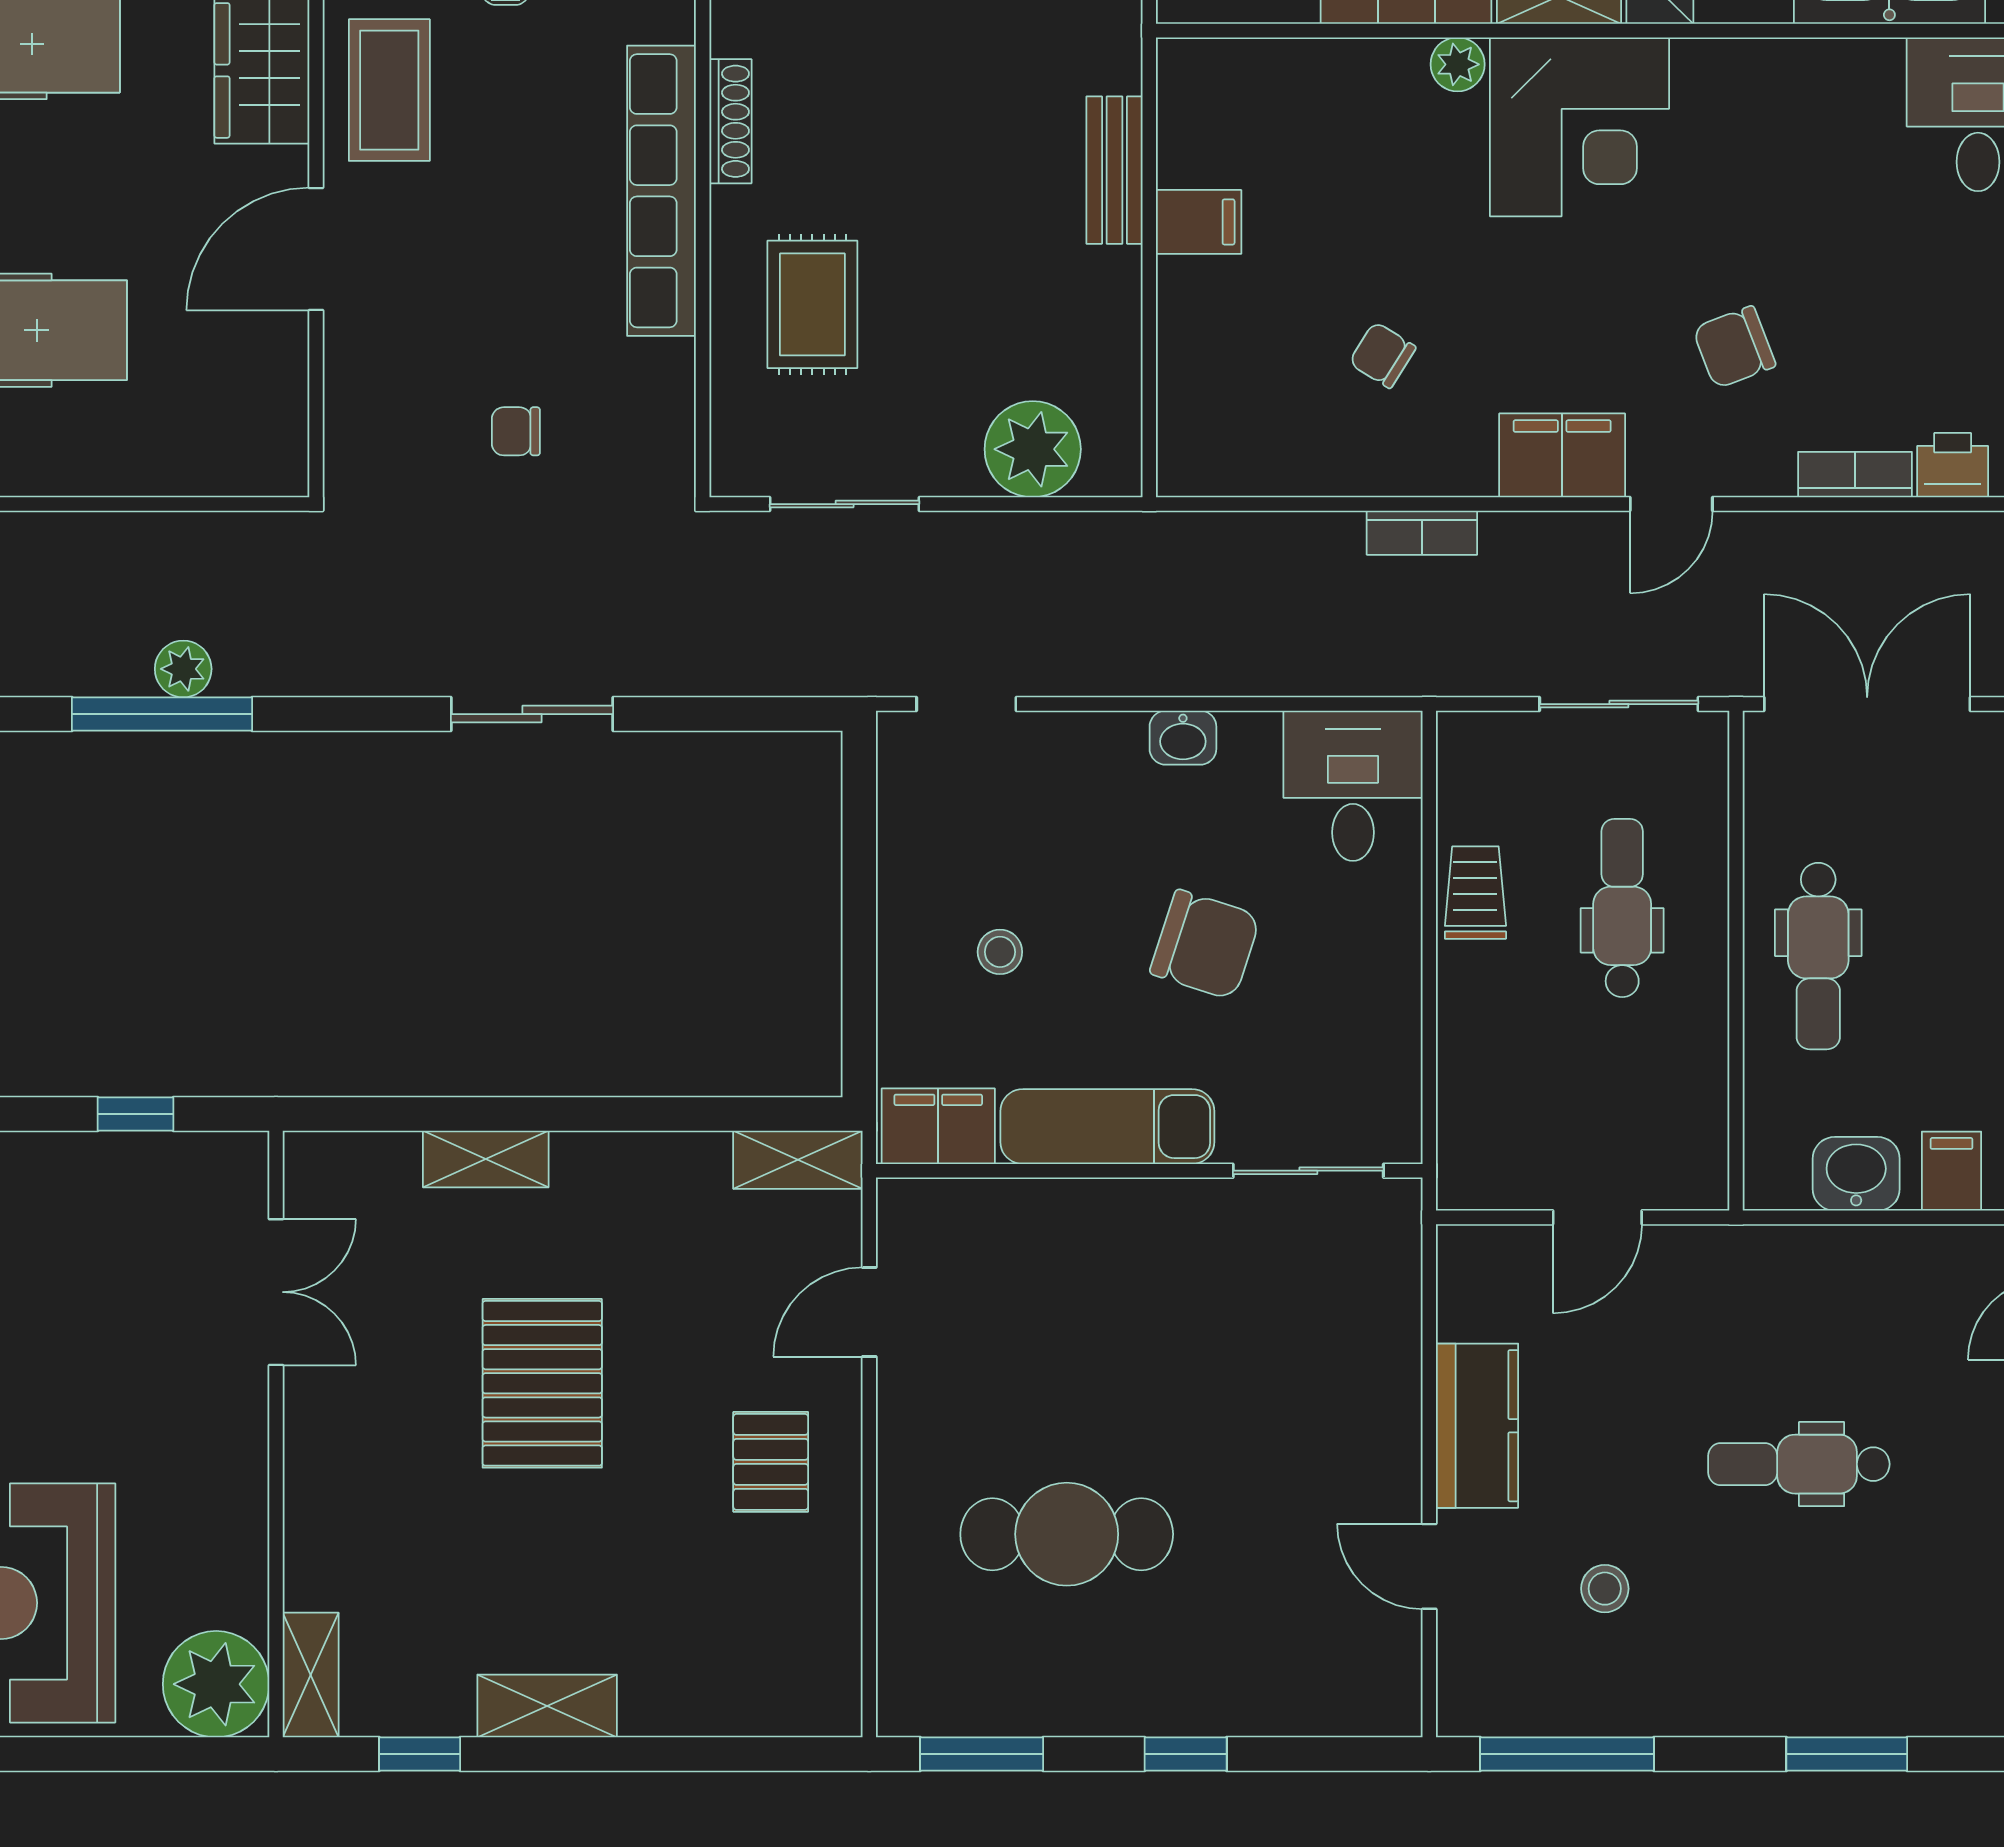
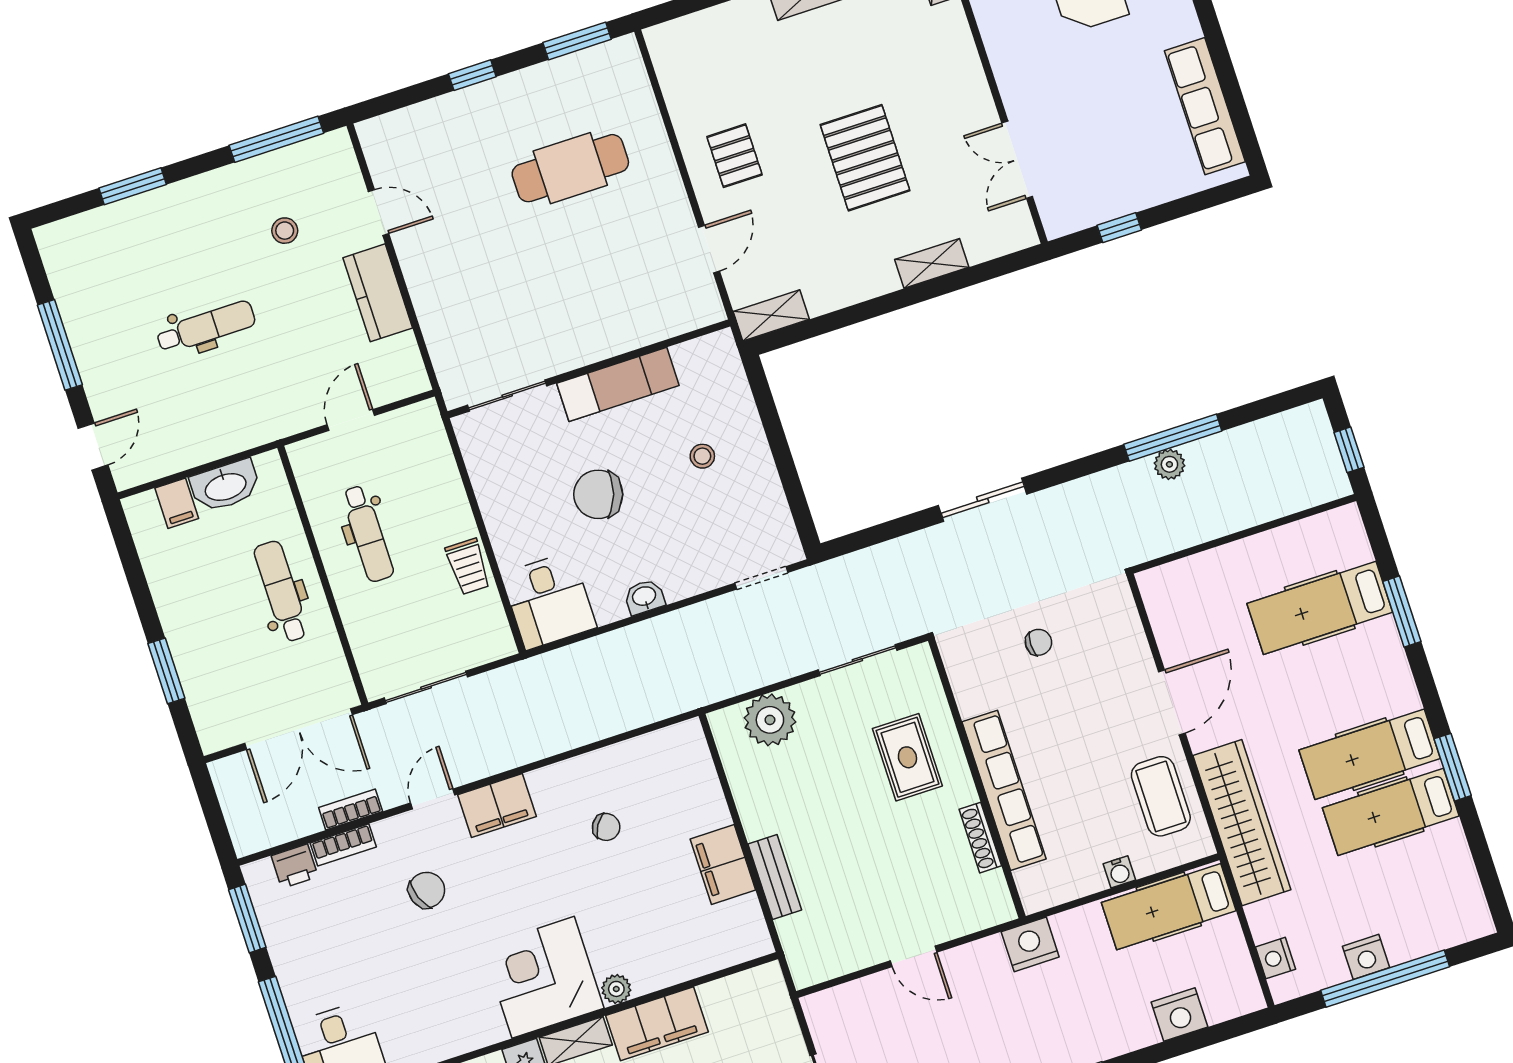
filing cabinet: (1199, 222) -> (723, 865), width x2.00
bookcase: (1422, 533) -> (351, 809), moved
dental chair: (1622, 908) -> (368, 534), moved
filing cabinet: (938, 1126) -> (705, 356), removed
washbasin: (1856, 1174) -> (225, 486), width x1.38

